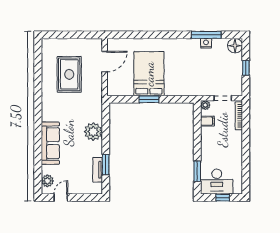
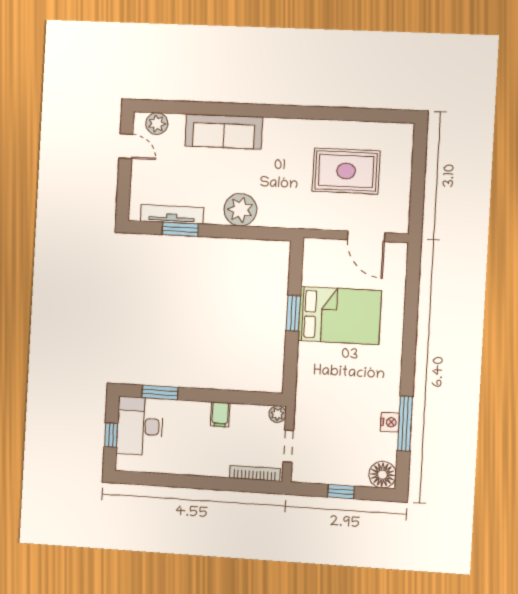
filing cabinet: (207, 121) -> (220, 414), moved
tv unit: (98, 170) -> (172, 214), width x1.41

